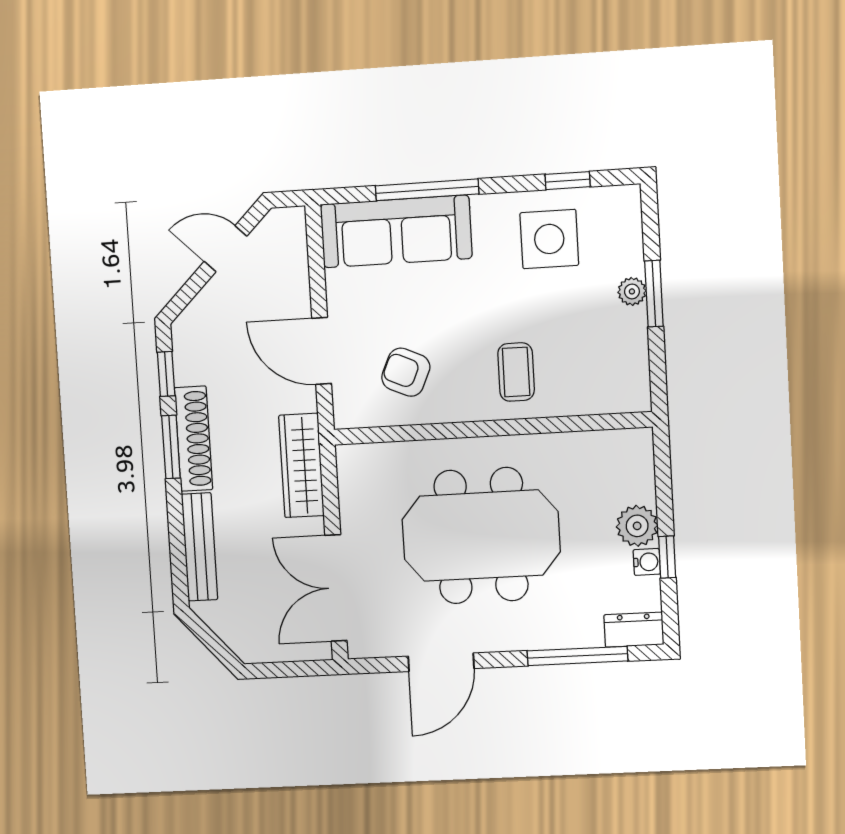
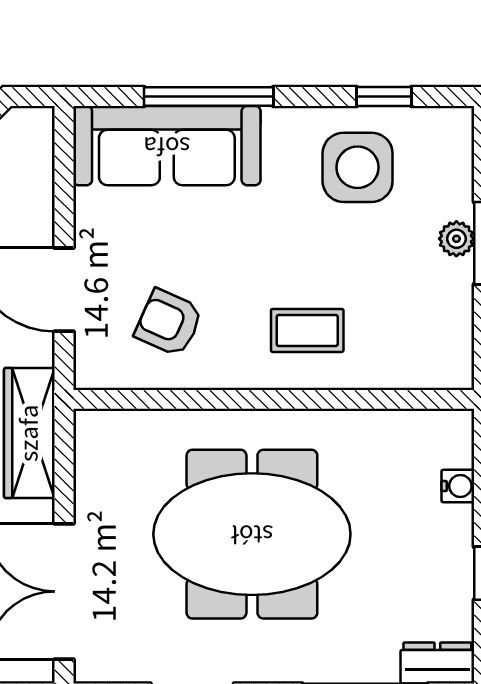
coffee table: (516, 372) -> (307, 330), turned 90
plant: (637, 526) -> (448, 532), removed
water cooler: (647, 562) -> (458, 486), moved

